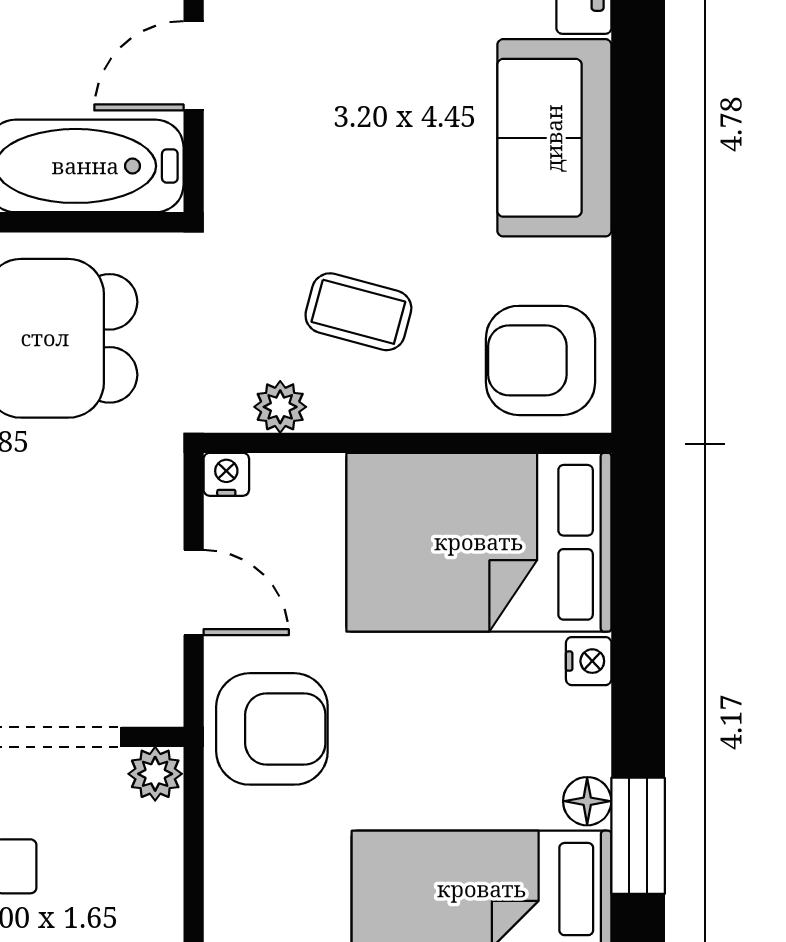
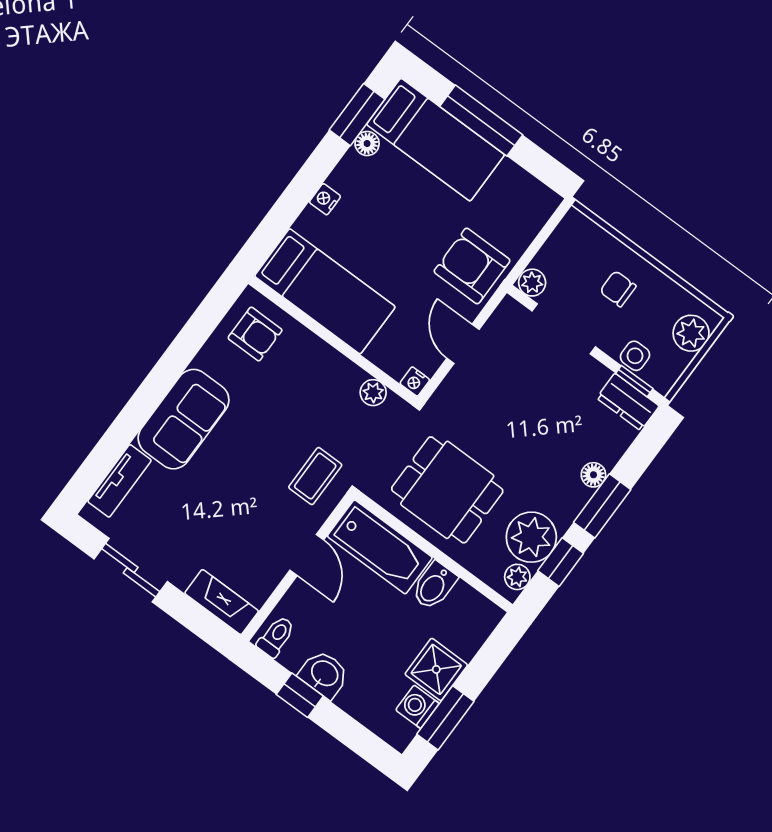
door: (194, 66) -> (307, 555), hinge flipped
coffee table: (358, 312) -> (315, 476), moved, turned 75
armchair: (541, 360) -> (255, 334), width x0.72, depth x0.72
bed: (479, 542) -> (325, 291), width x0.67

